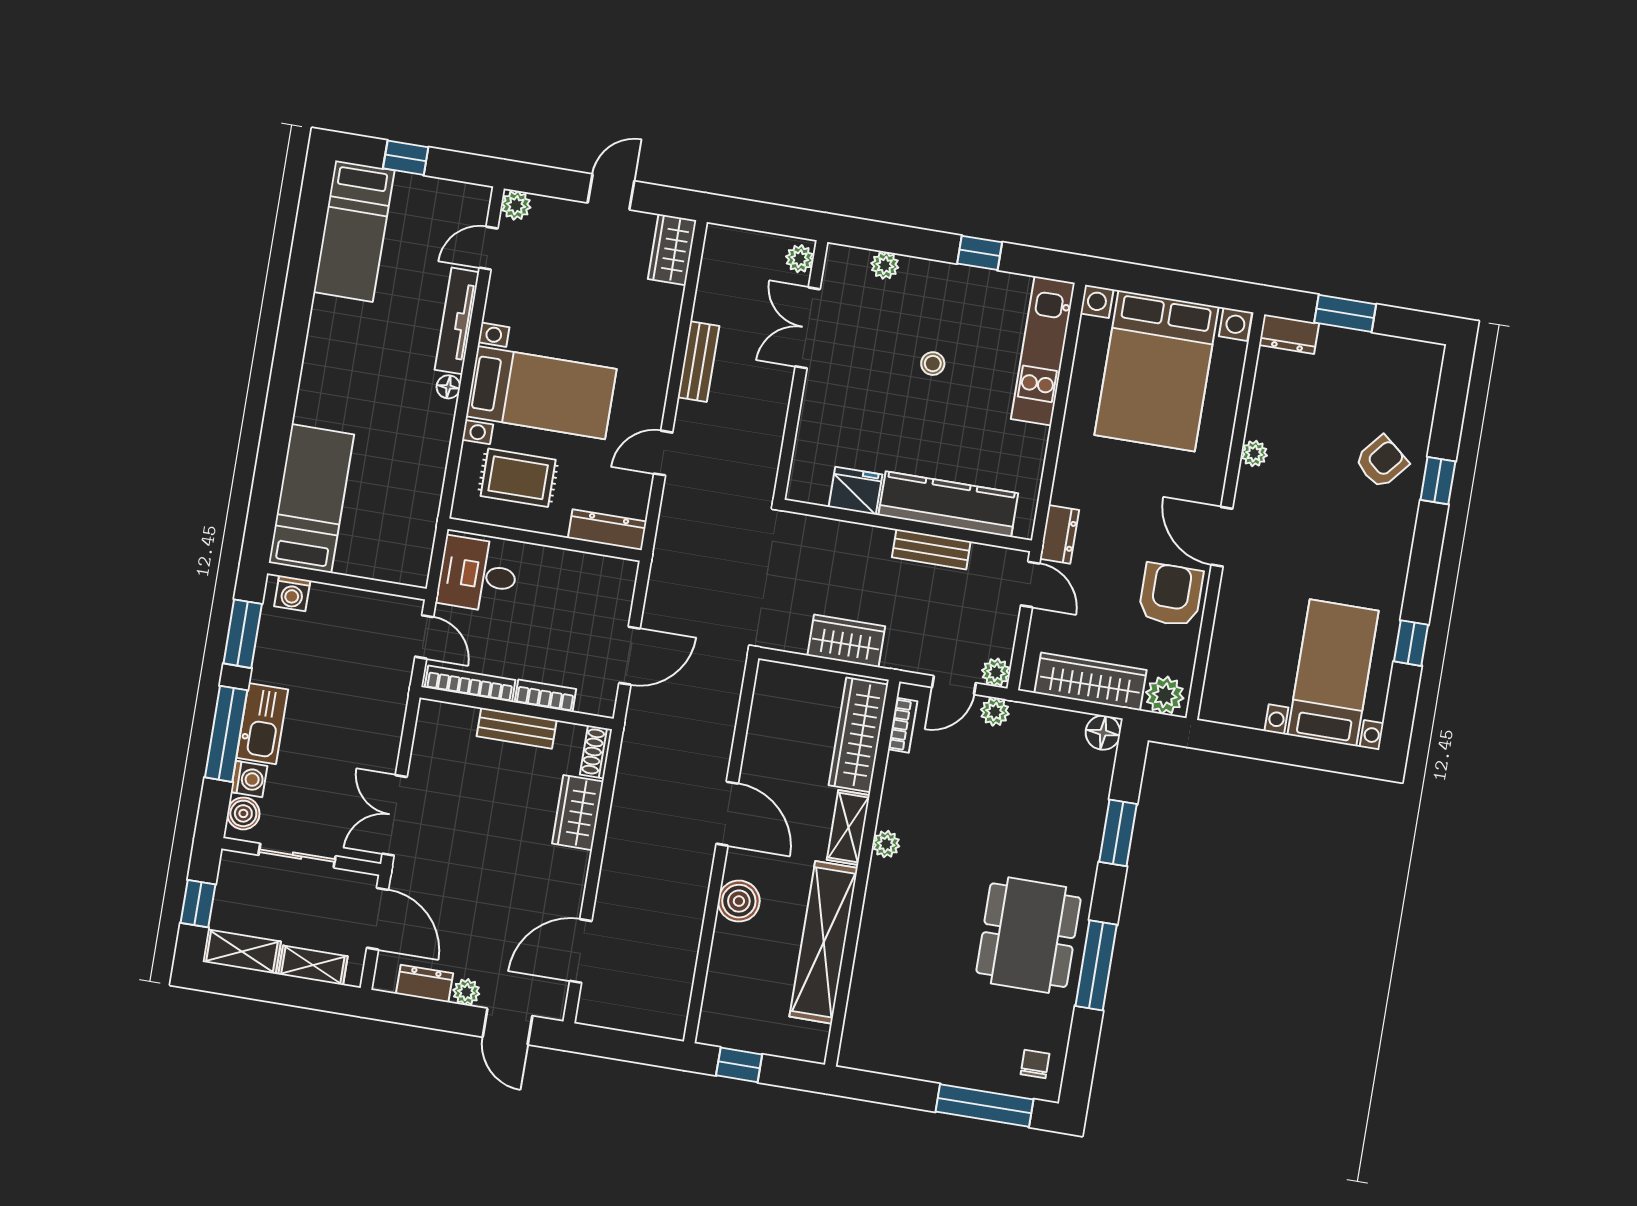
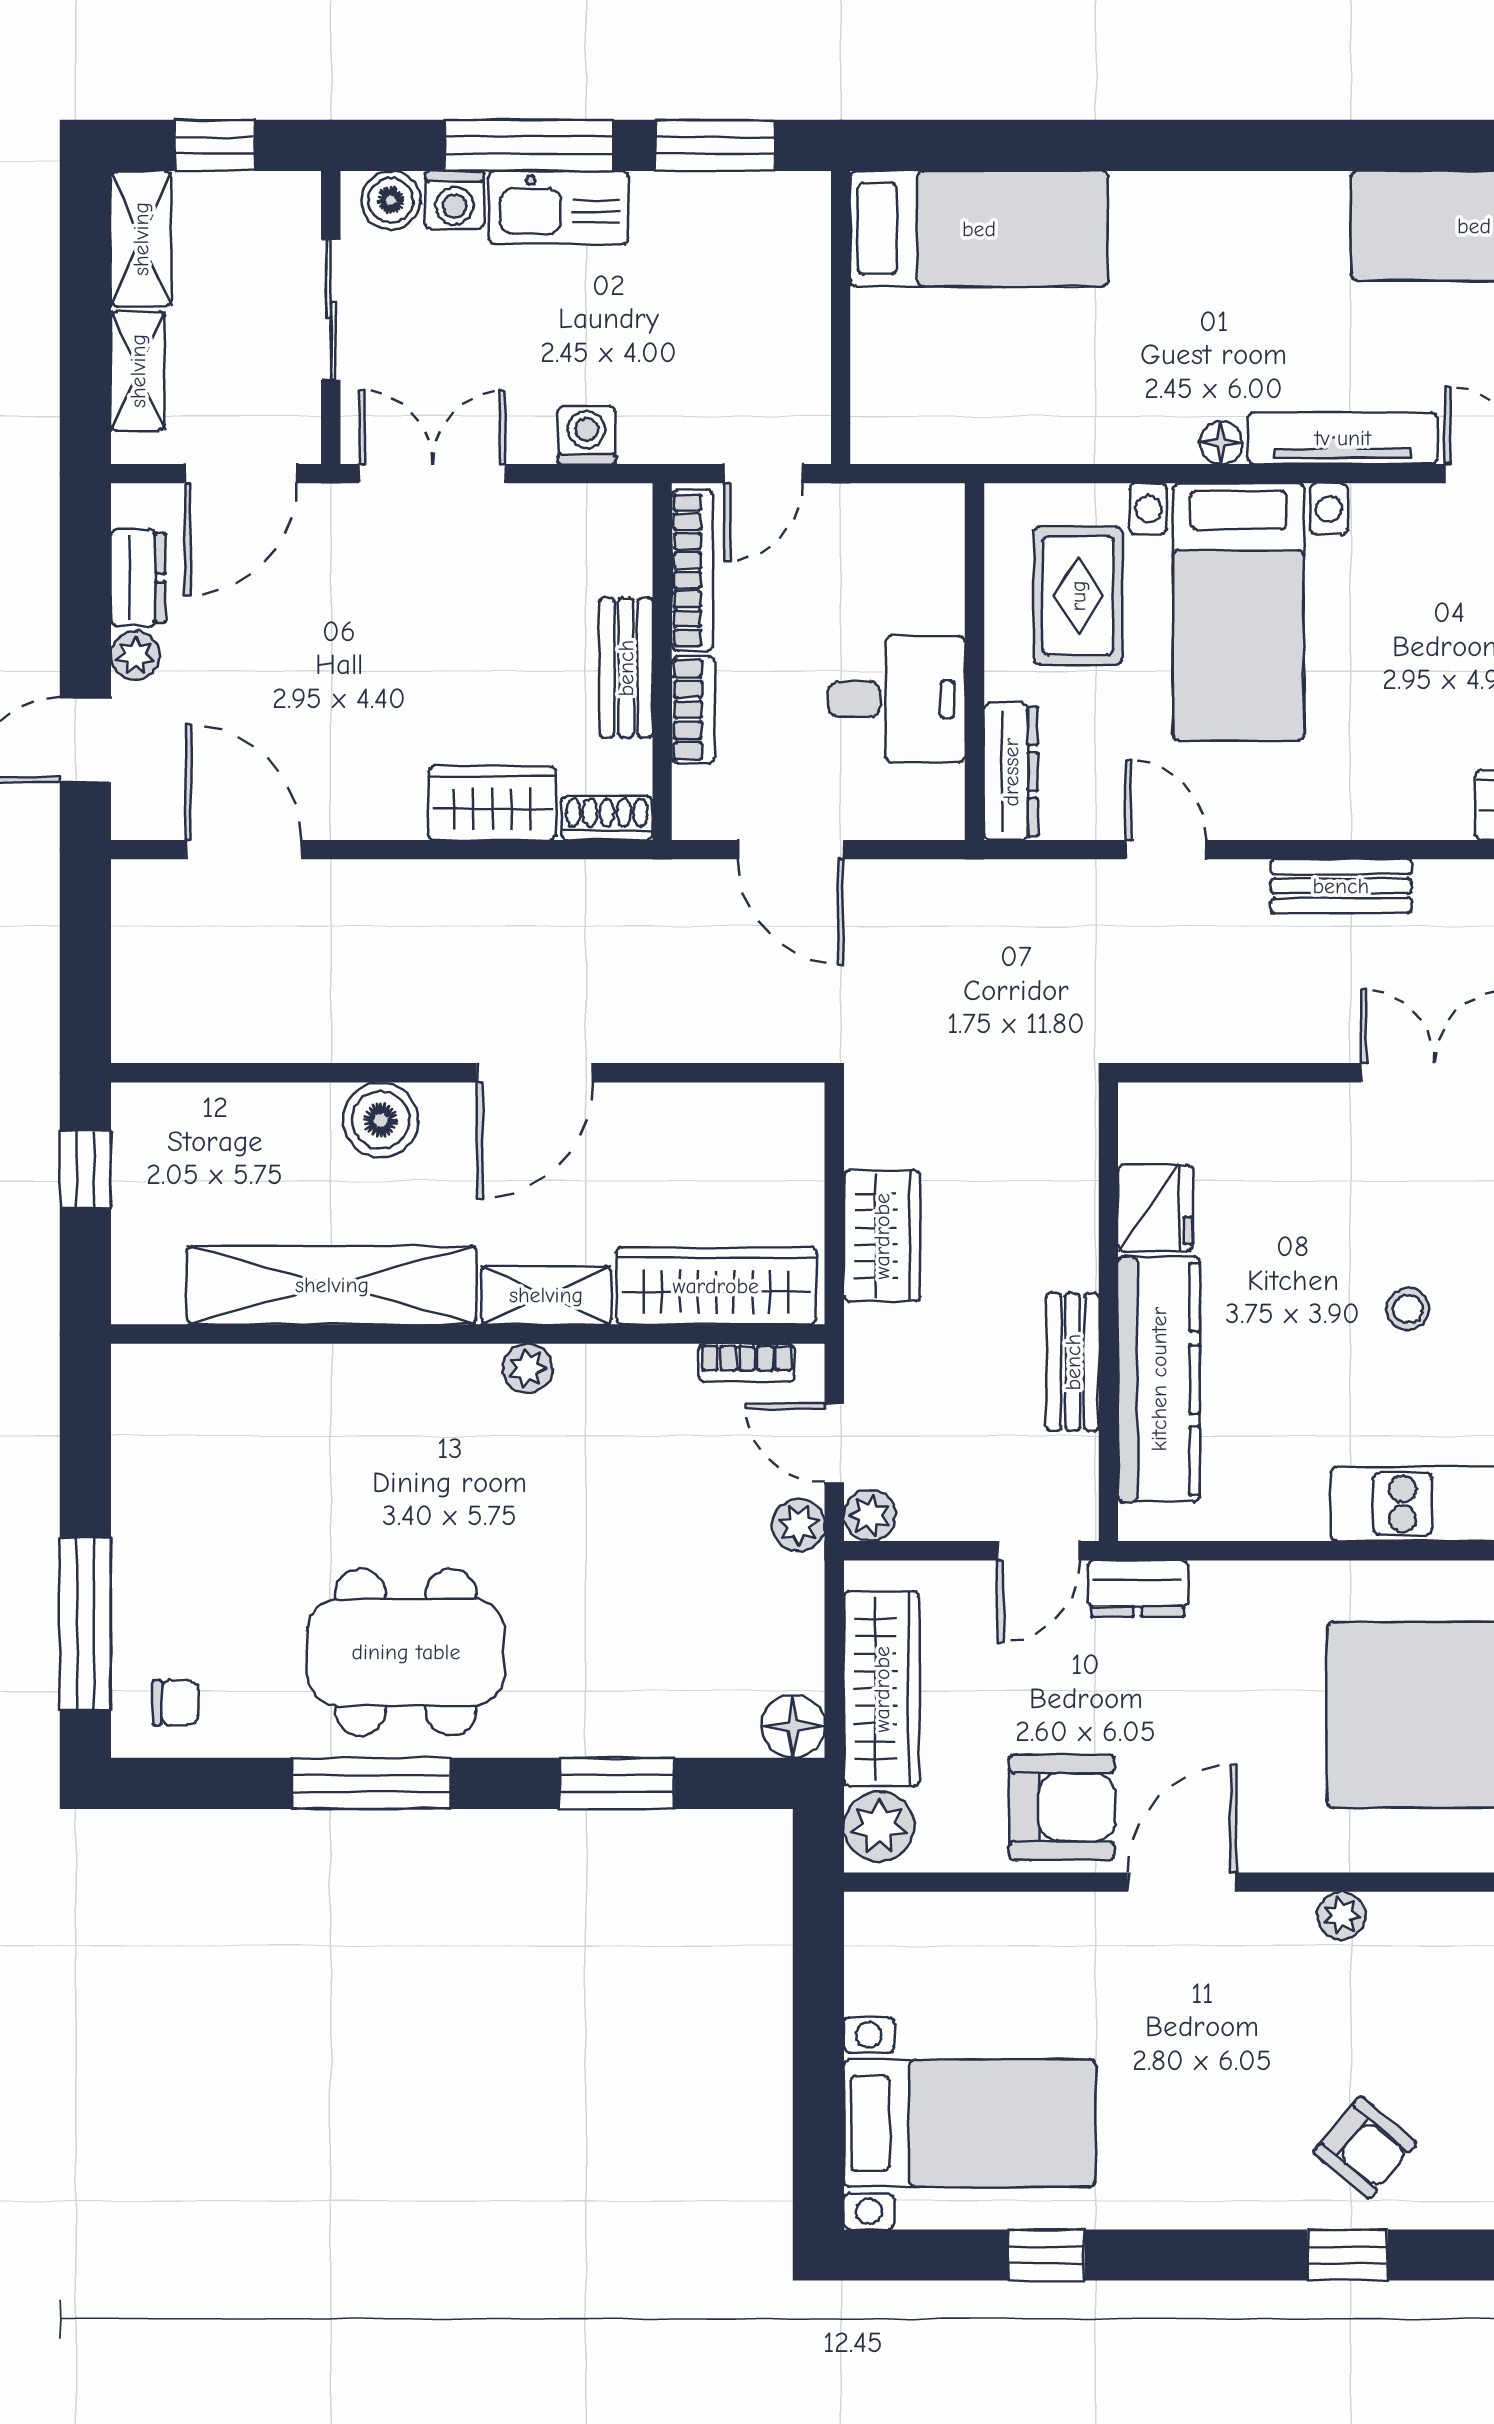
desk: (478, 575) -> (897, 699), moved, turned 90
washing machine: (292, 593) -> (587, 435), moved, turned 90

